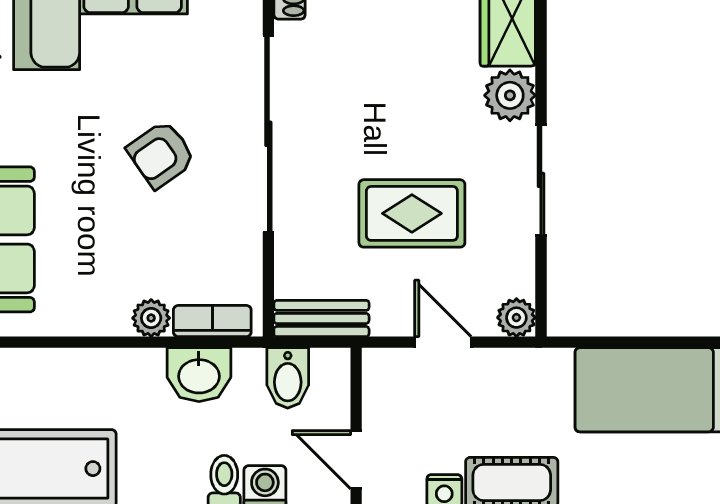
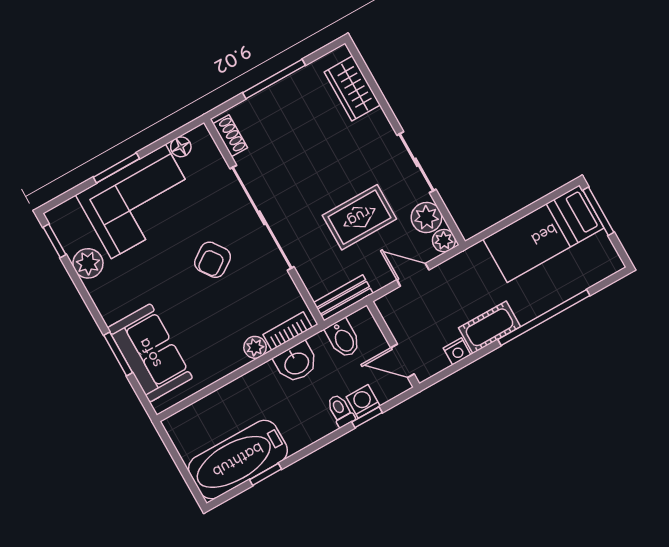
plant: (510, 95) -> (426, 218), moved

